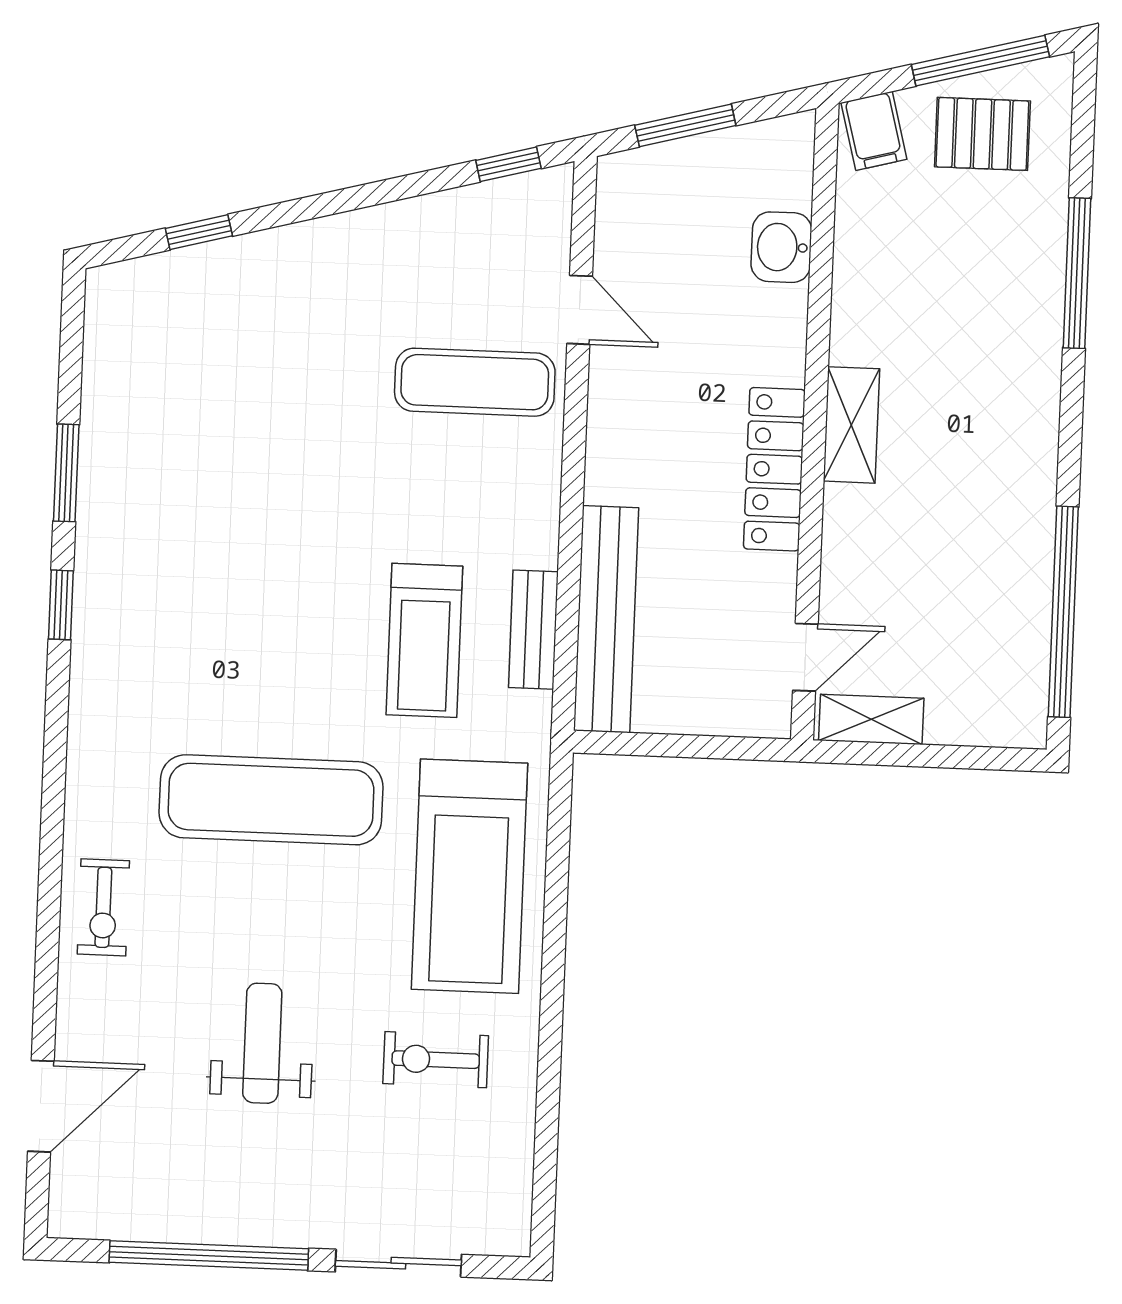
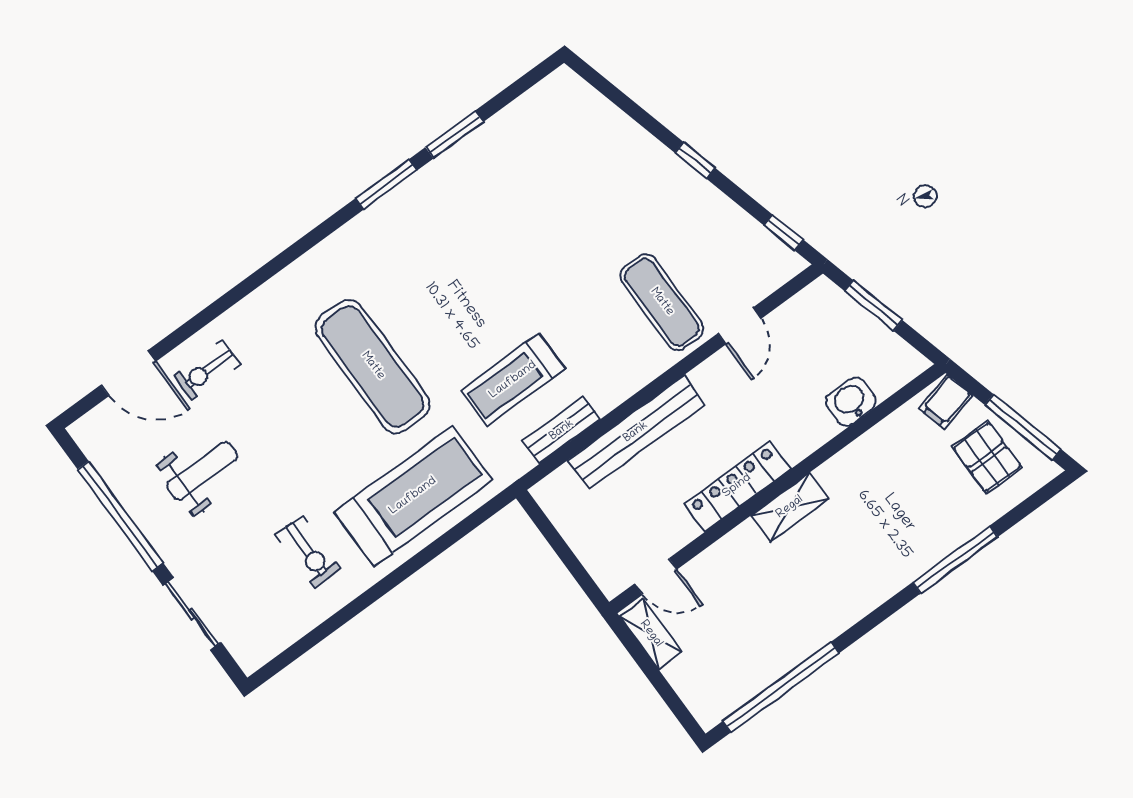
window: (199, 232) -> (695, 160), moved
window: (61, 605) -> (386, 184), width x1.50
bench: (606, 619) -> (636, 432), moved
treadmill: (469, 876) -> (413, 496), turned 180
exercise bike: (103, 907) -> (207, 370), moved
weight bench: (262, 1043) -> (202, 471), moved
exercise bike: (436, 1060) -> (308, 552), turned 180

